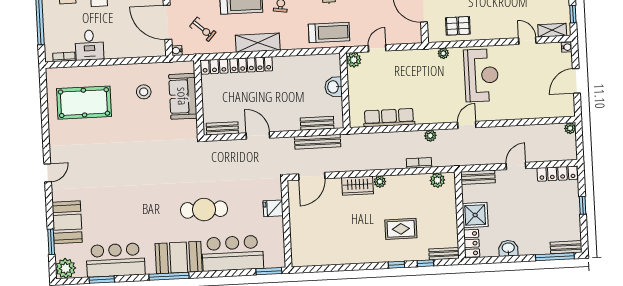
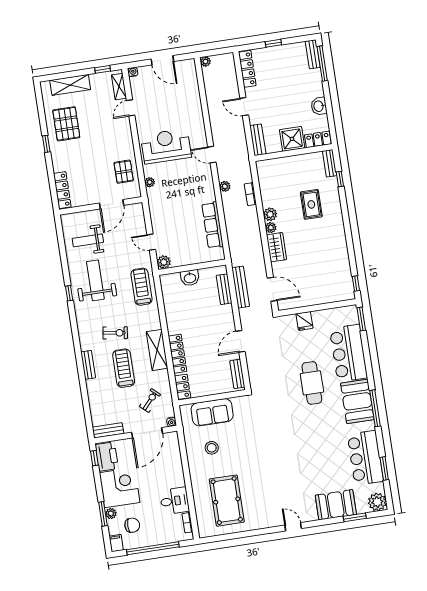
plant: (437, 180) -> (270, 214), moved
window: (396, 265) -> (356, 283), moved

